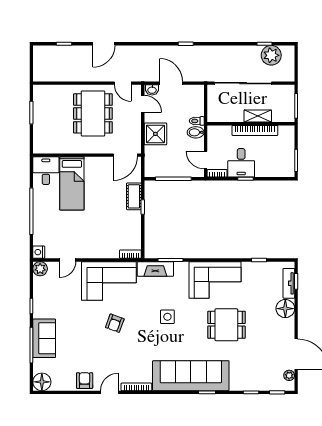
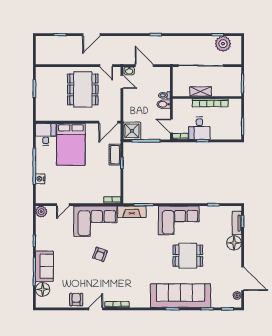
shelving: (258, 116) -> (201, 91), moved
shower: (155, 134) -> (132, 131), moved
bed: (72, 183) -> (71, 144), width x1.50
nightstand: (39, 252) -> (40, 179), moved
side table: (167, 317) -> (141, 249), removed
sofa: (191, 376) -> (181, 296), moved
floor lamp: (42, 382) -> (43, 289), moved

